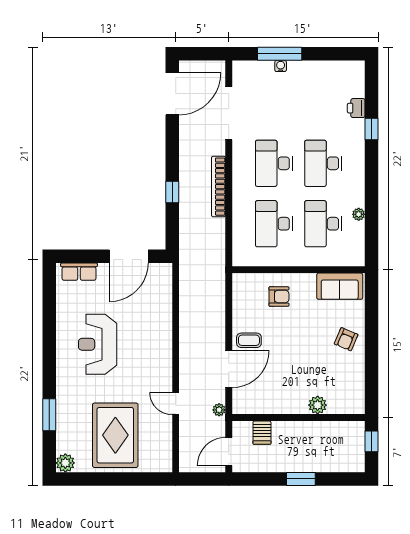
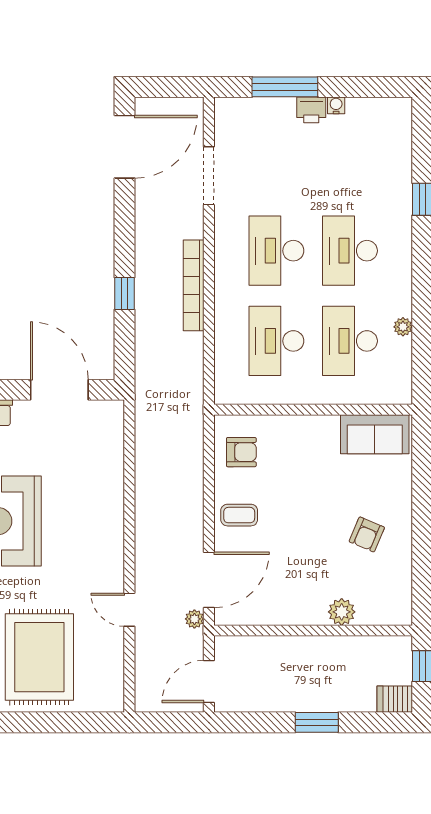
water cooler: (281, 66) -> (336, 105), moved
printer: (356, 108) -> (311, 110), moved, turned -90
doorway: (229, 113) -> (209, 176), width x0.73
door: (129, 256) -> (59, 390), swing flipped
armchair: (279, 296) -> (241, 452), moved
armchair: (346, 339) -> (367, 534), moved
door: (229, 369) -> (209, 580), moved
server rack: (262, 433) -> (395, 699), moved, turned 90

